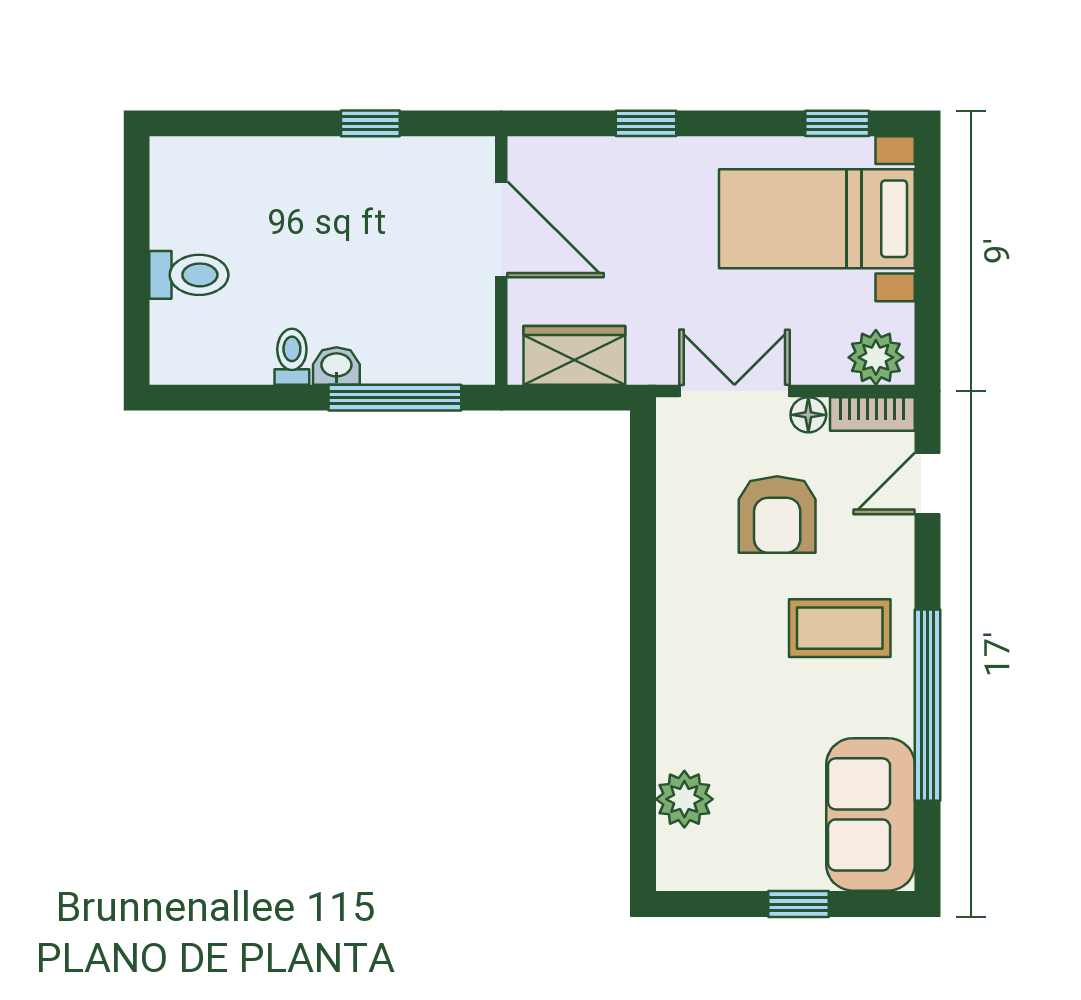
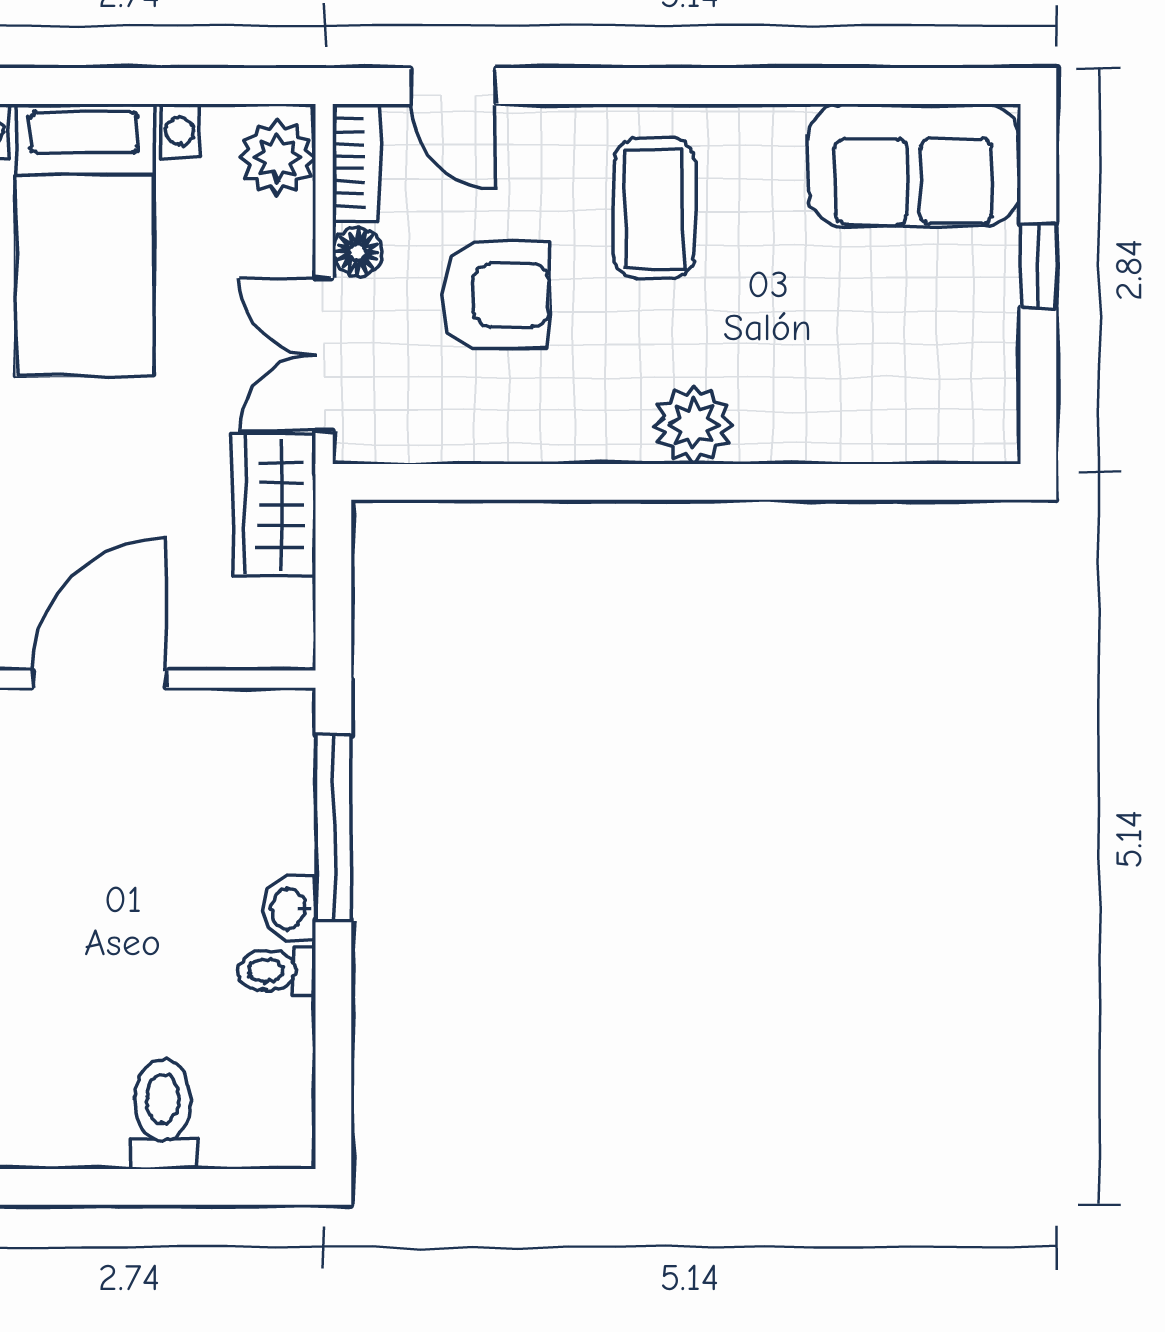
wardrobe: (574, 355) -> (275, 504), moved
window: (927, 705) -> (761, 86), removed
plant: (684, 799) -> (693, 424), moved

